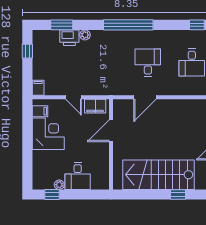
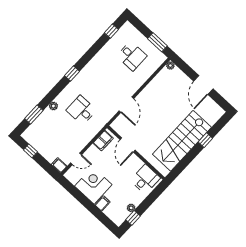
window: (128, 25) -> (72, 73), width x0.32
printer: (69, 38) -> (46, 117), removed
desk: (148, 63) -> (81, 110), moved
door: (73, 97) -> (76, 159), moved
filing cabinet: (40, 111) -> (102, 203), moved
desk: (78, 176) -> (145, 179), moved, turned -90

